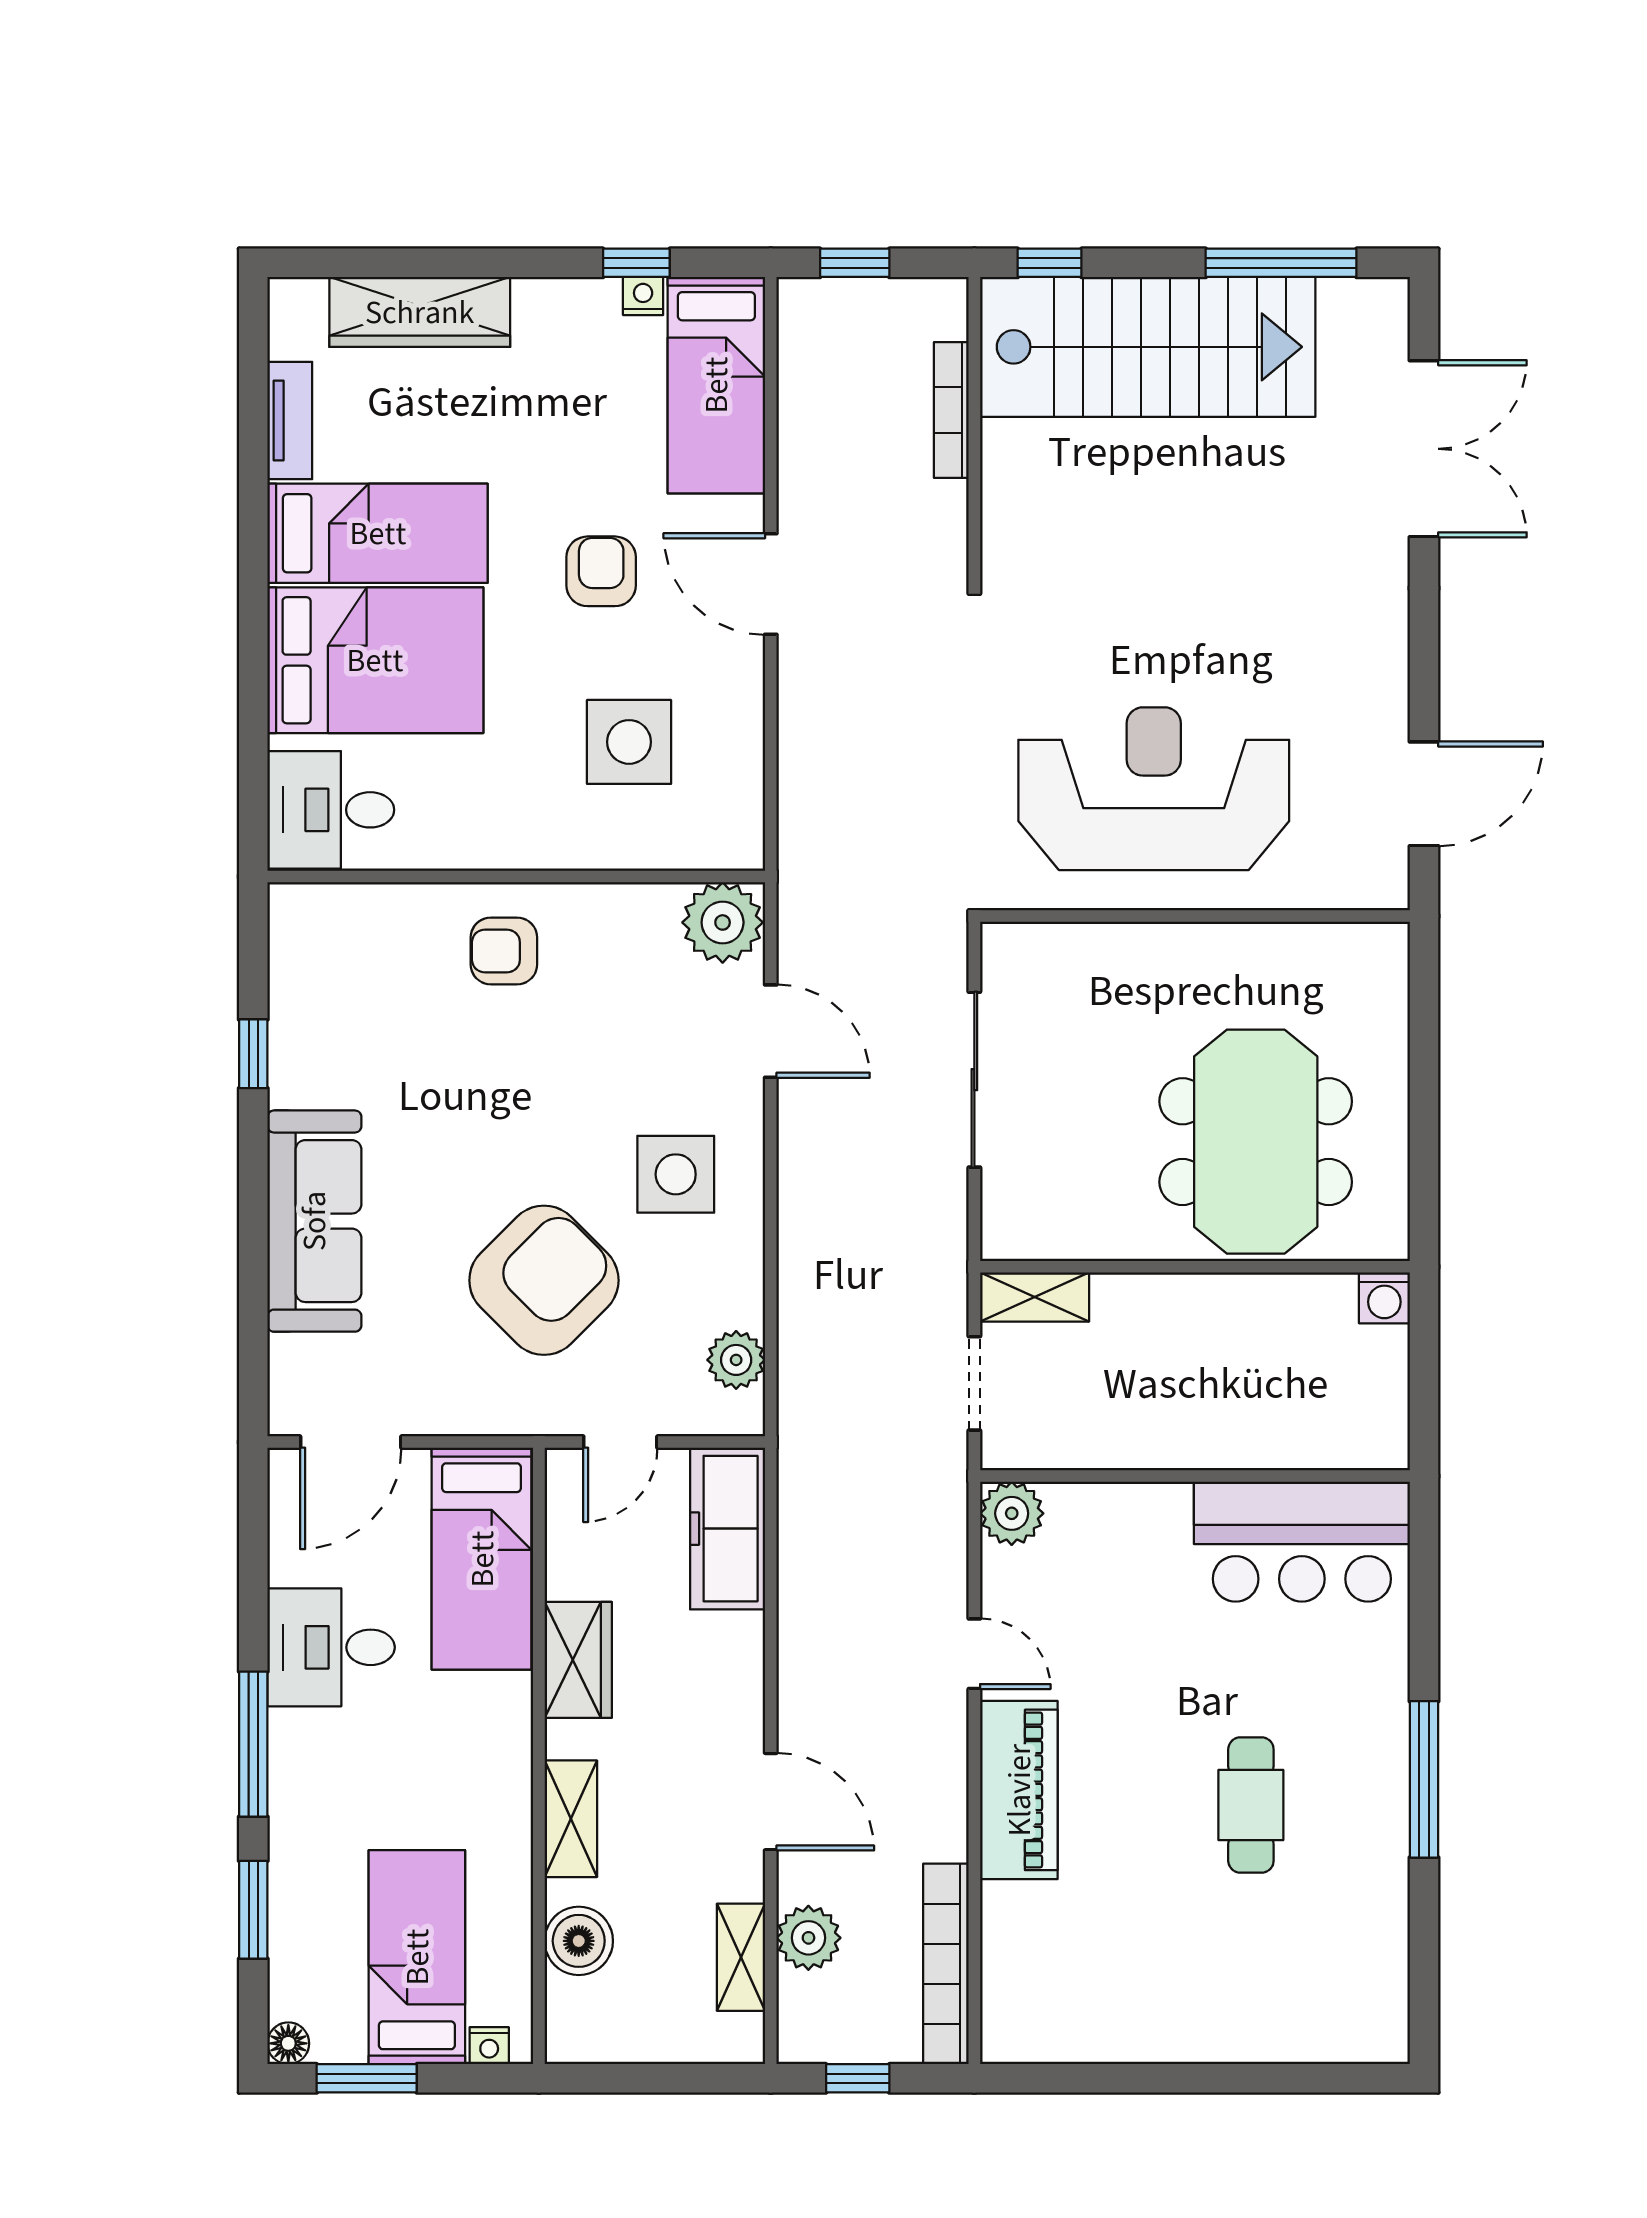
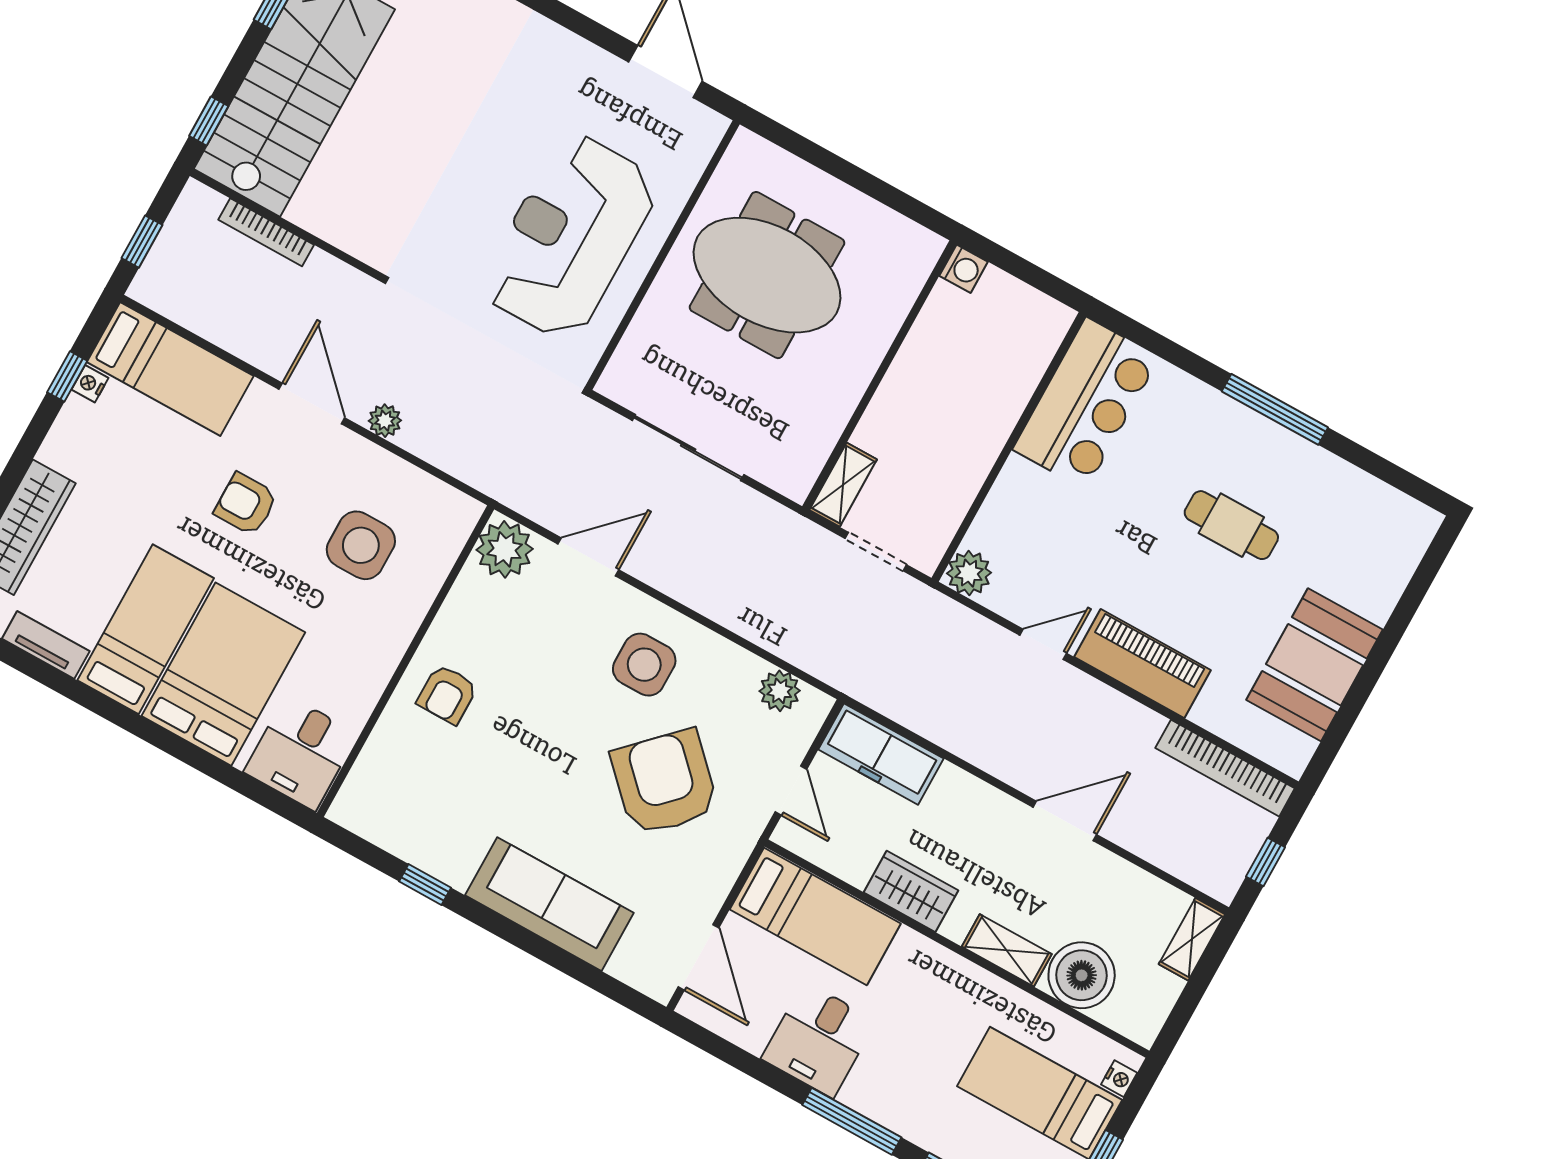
door: (771, 584) -> (312, 404), swing flipped
meeting table: (1256, 1142) -> (767, 275), moved
plant: (808, 1938) -> (385, 421), moved, width x0.73, depth x0.73
boiler: (579, 1941) -> (1082, 975), width x1.37, depth x1.37
shelving: (741, 1957) -> (1192, 939), moved, turned 90
booth: (1135, 2004) -> (1315, 665), added

